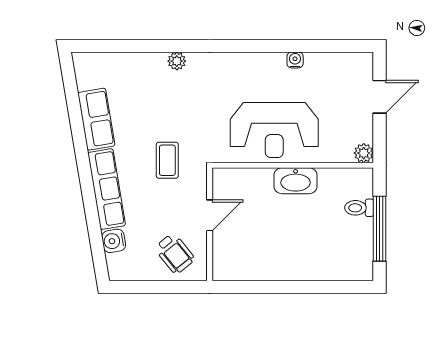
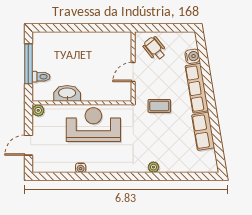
coffee table: (167, 160) -> (159, 106), turned 90
washbasin: (296, 181) -> (67, 93), moved

